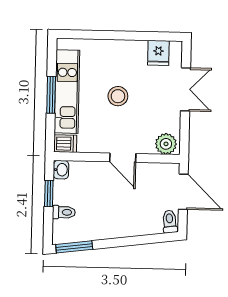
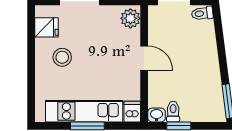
stool: (118, 96) -> (62, 57), moved
door: (123, 158) -> (144, 58), hinge flipped
toilet: (64, 212) -> (173, 112), moved

